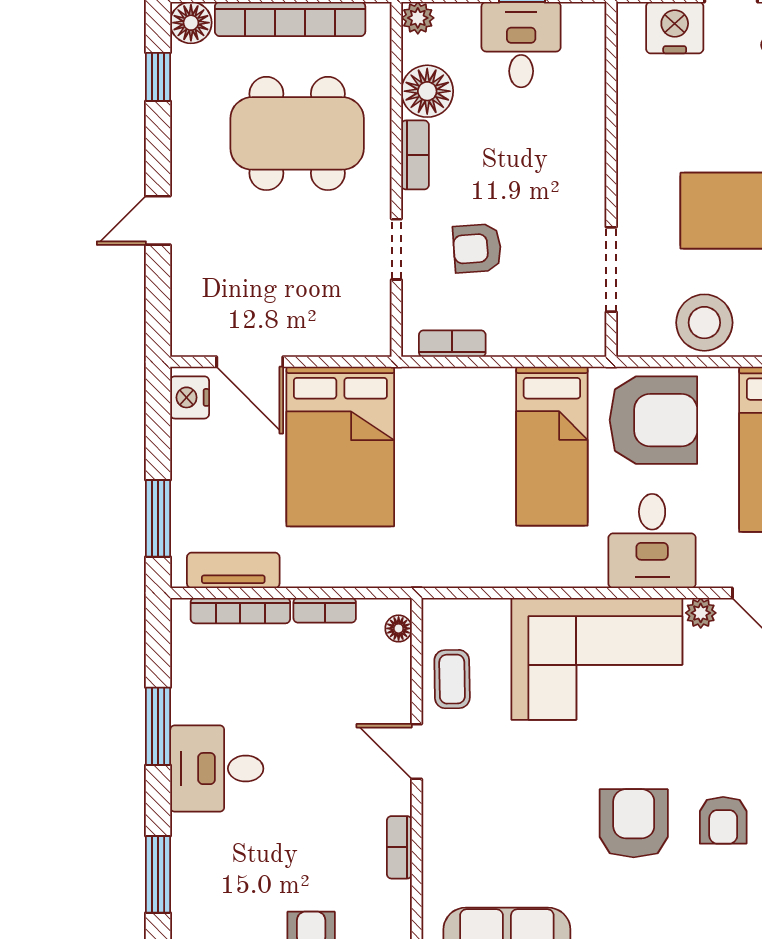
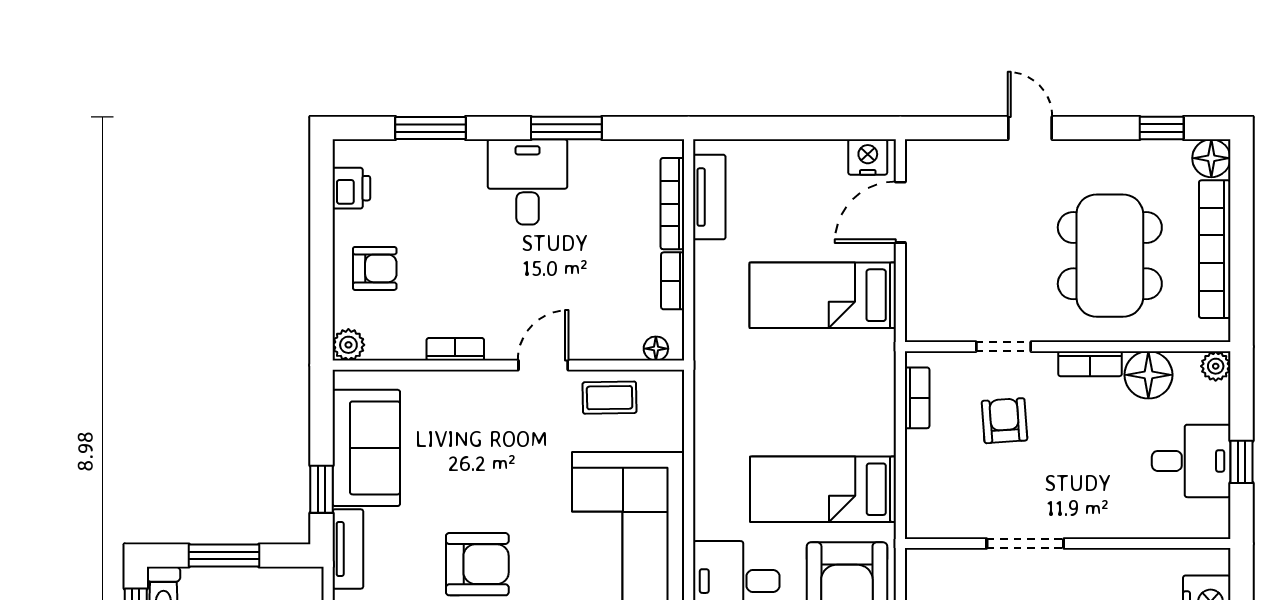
doorway: (611, 269) -> (1025, 544), moved
bed: (340, 447) -> (823, 295), width x0.67
window: (158, 518) -> (757, 128), removed

